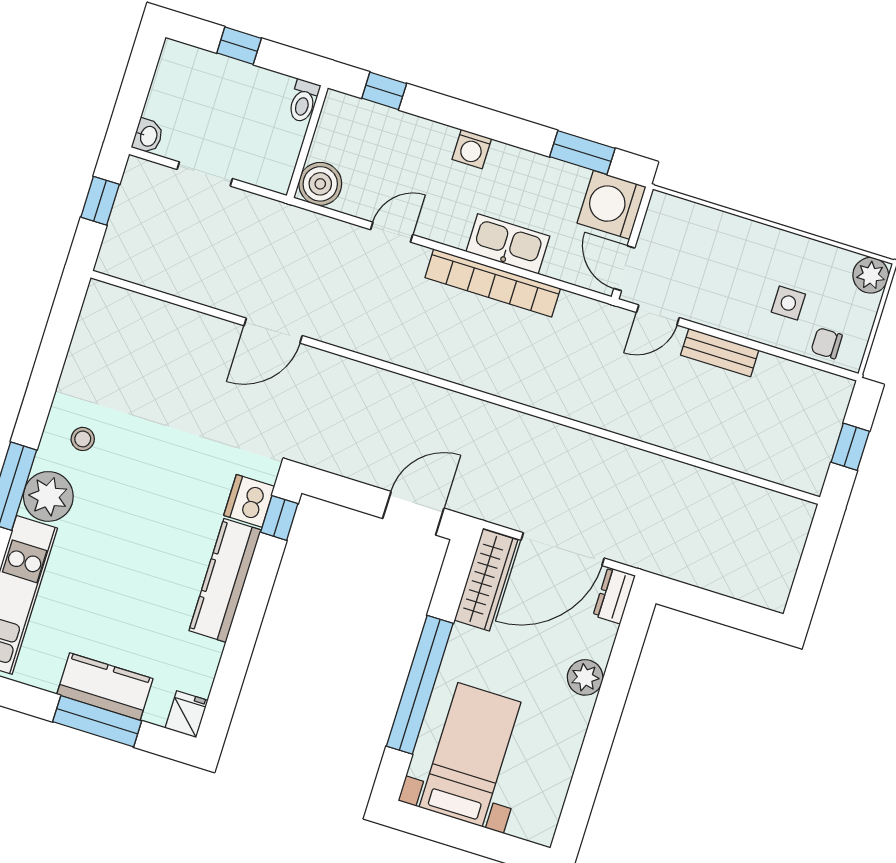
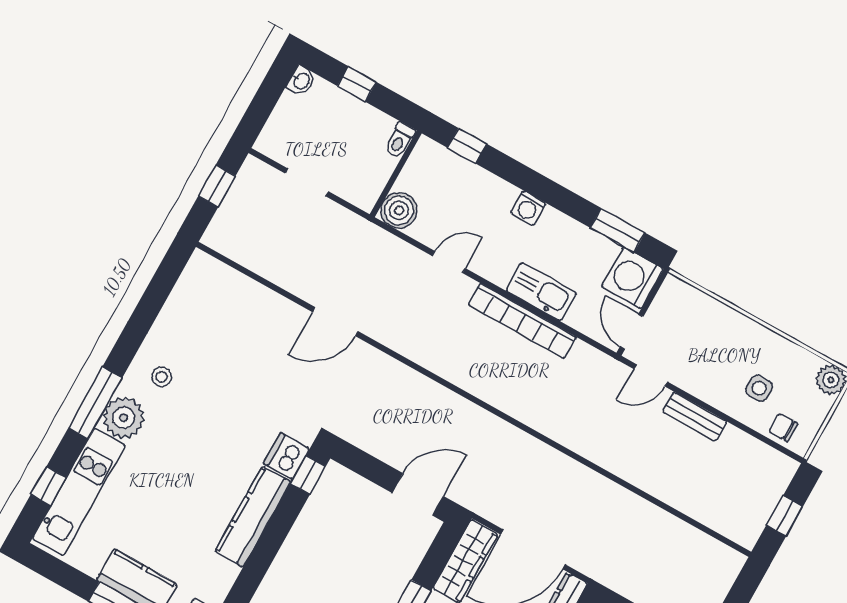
washbasin: (148, 136) -> (301, 81), moved

